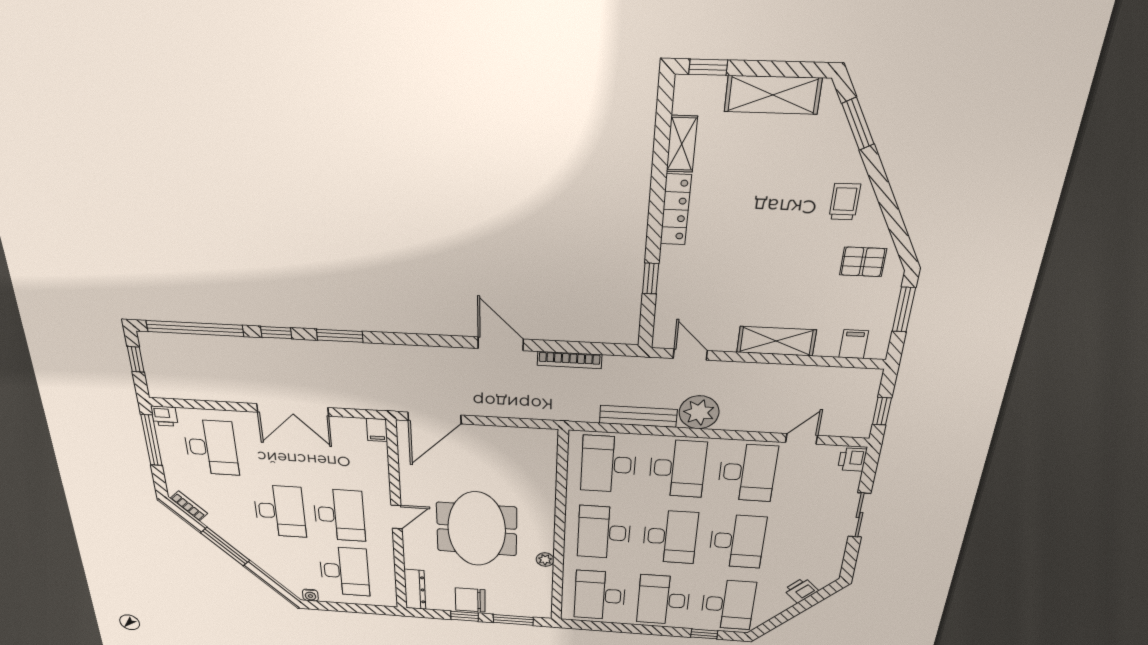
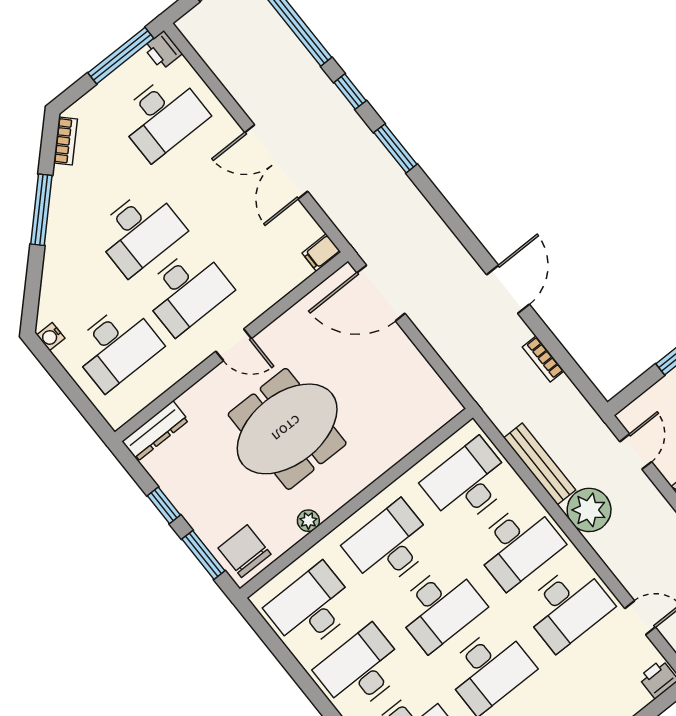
bookcase: (569, 360) -> (543, 359), width x0.64
chair: (470, 600) -> (244, 551), moved

